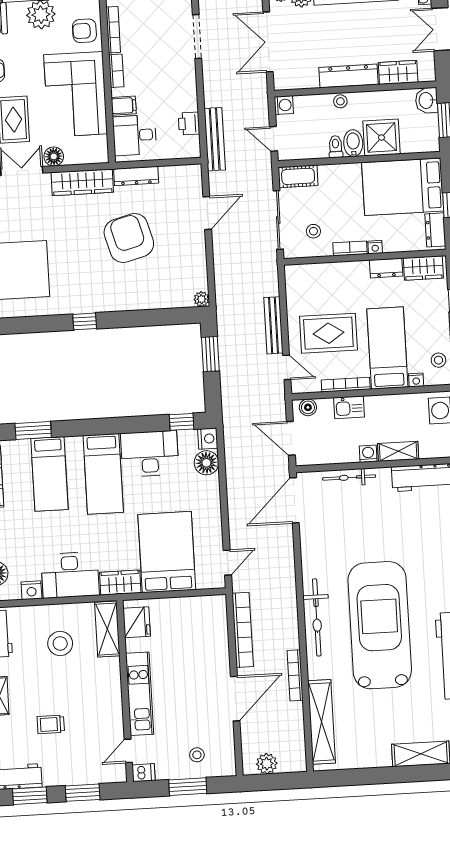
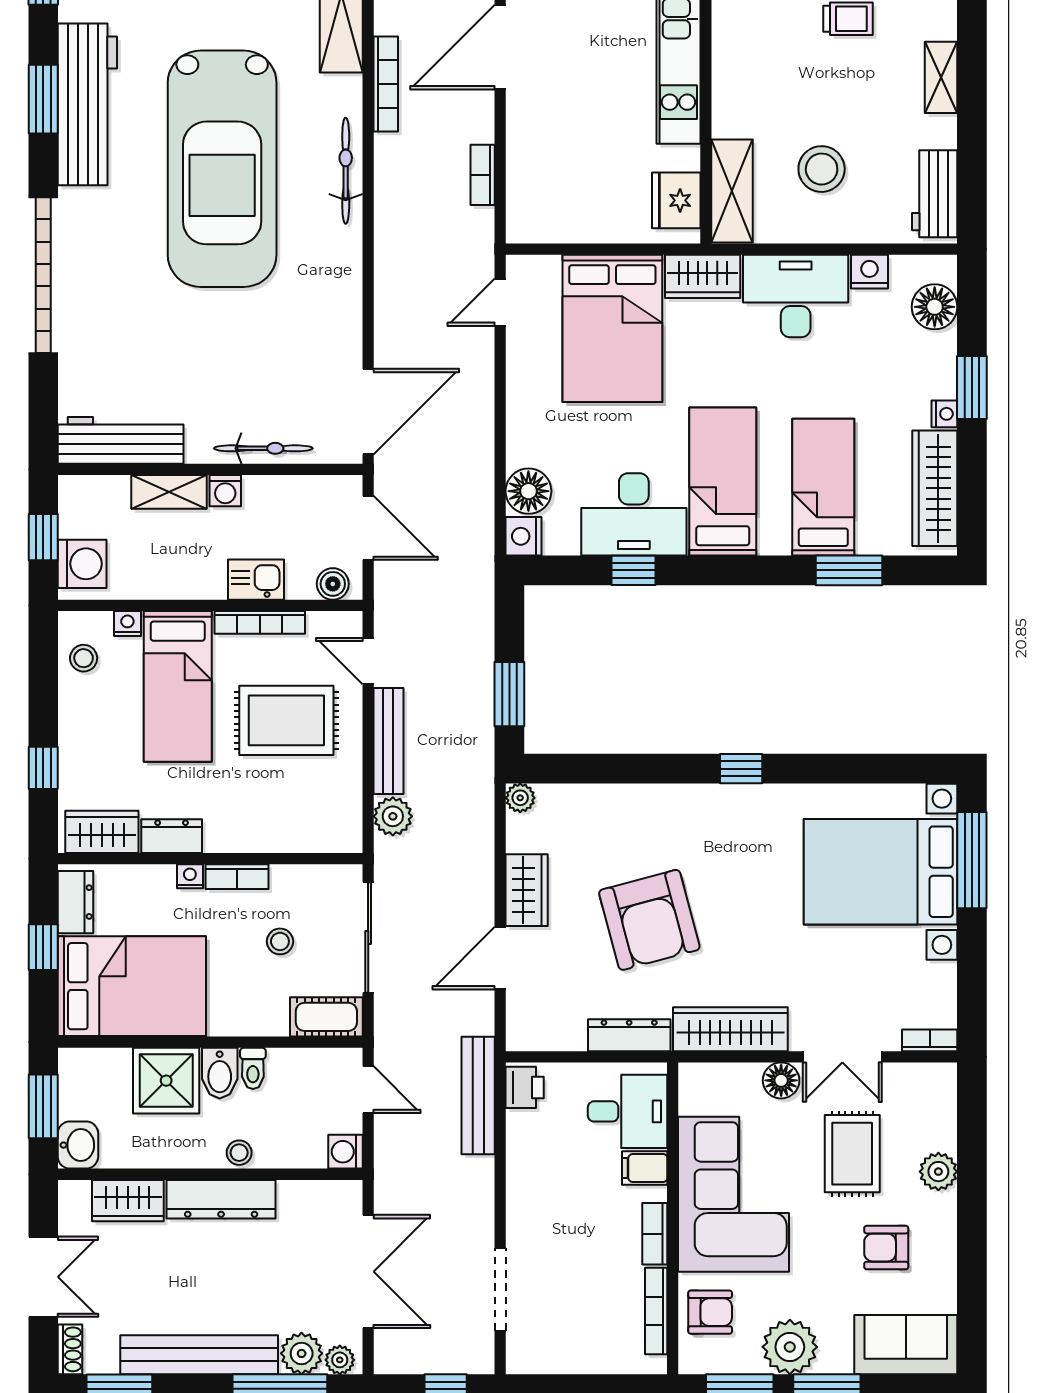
printer: (189, 123) -> (525, 1087), moved
stool: (313, 231) -> (280, 941), moved
wardrobe: (195, 250) -> (527, 890), added
plant: (269, 285) -> (393, 816), added
window: (182, 422) -> (634, 570), moved
bicycle: (317, 617) -> (346, 171), width x0.73, depth x0.71
bookcase: (243, 630) -> (483, 175), width x0.43, depth x0.76

